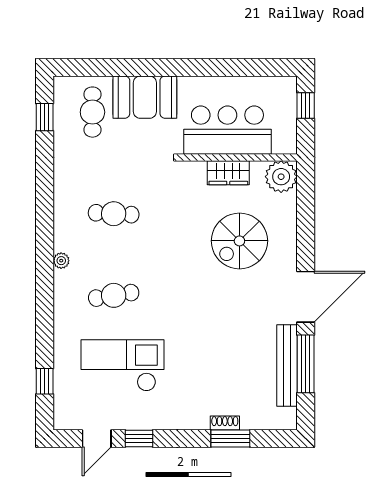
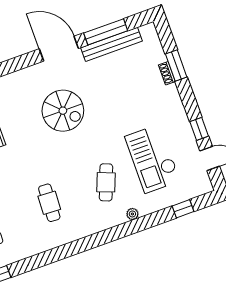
spiral stairs: (239, 241) -> (63, 111), moved
plant: (61, 261) -> (132, 214), moved
cafe table: (114, 295) -> (106, 182), turned 30

